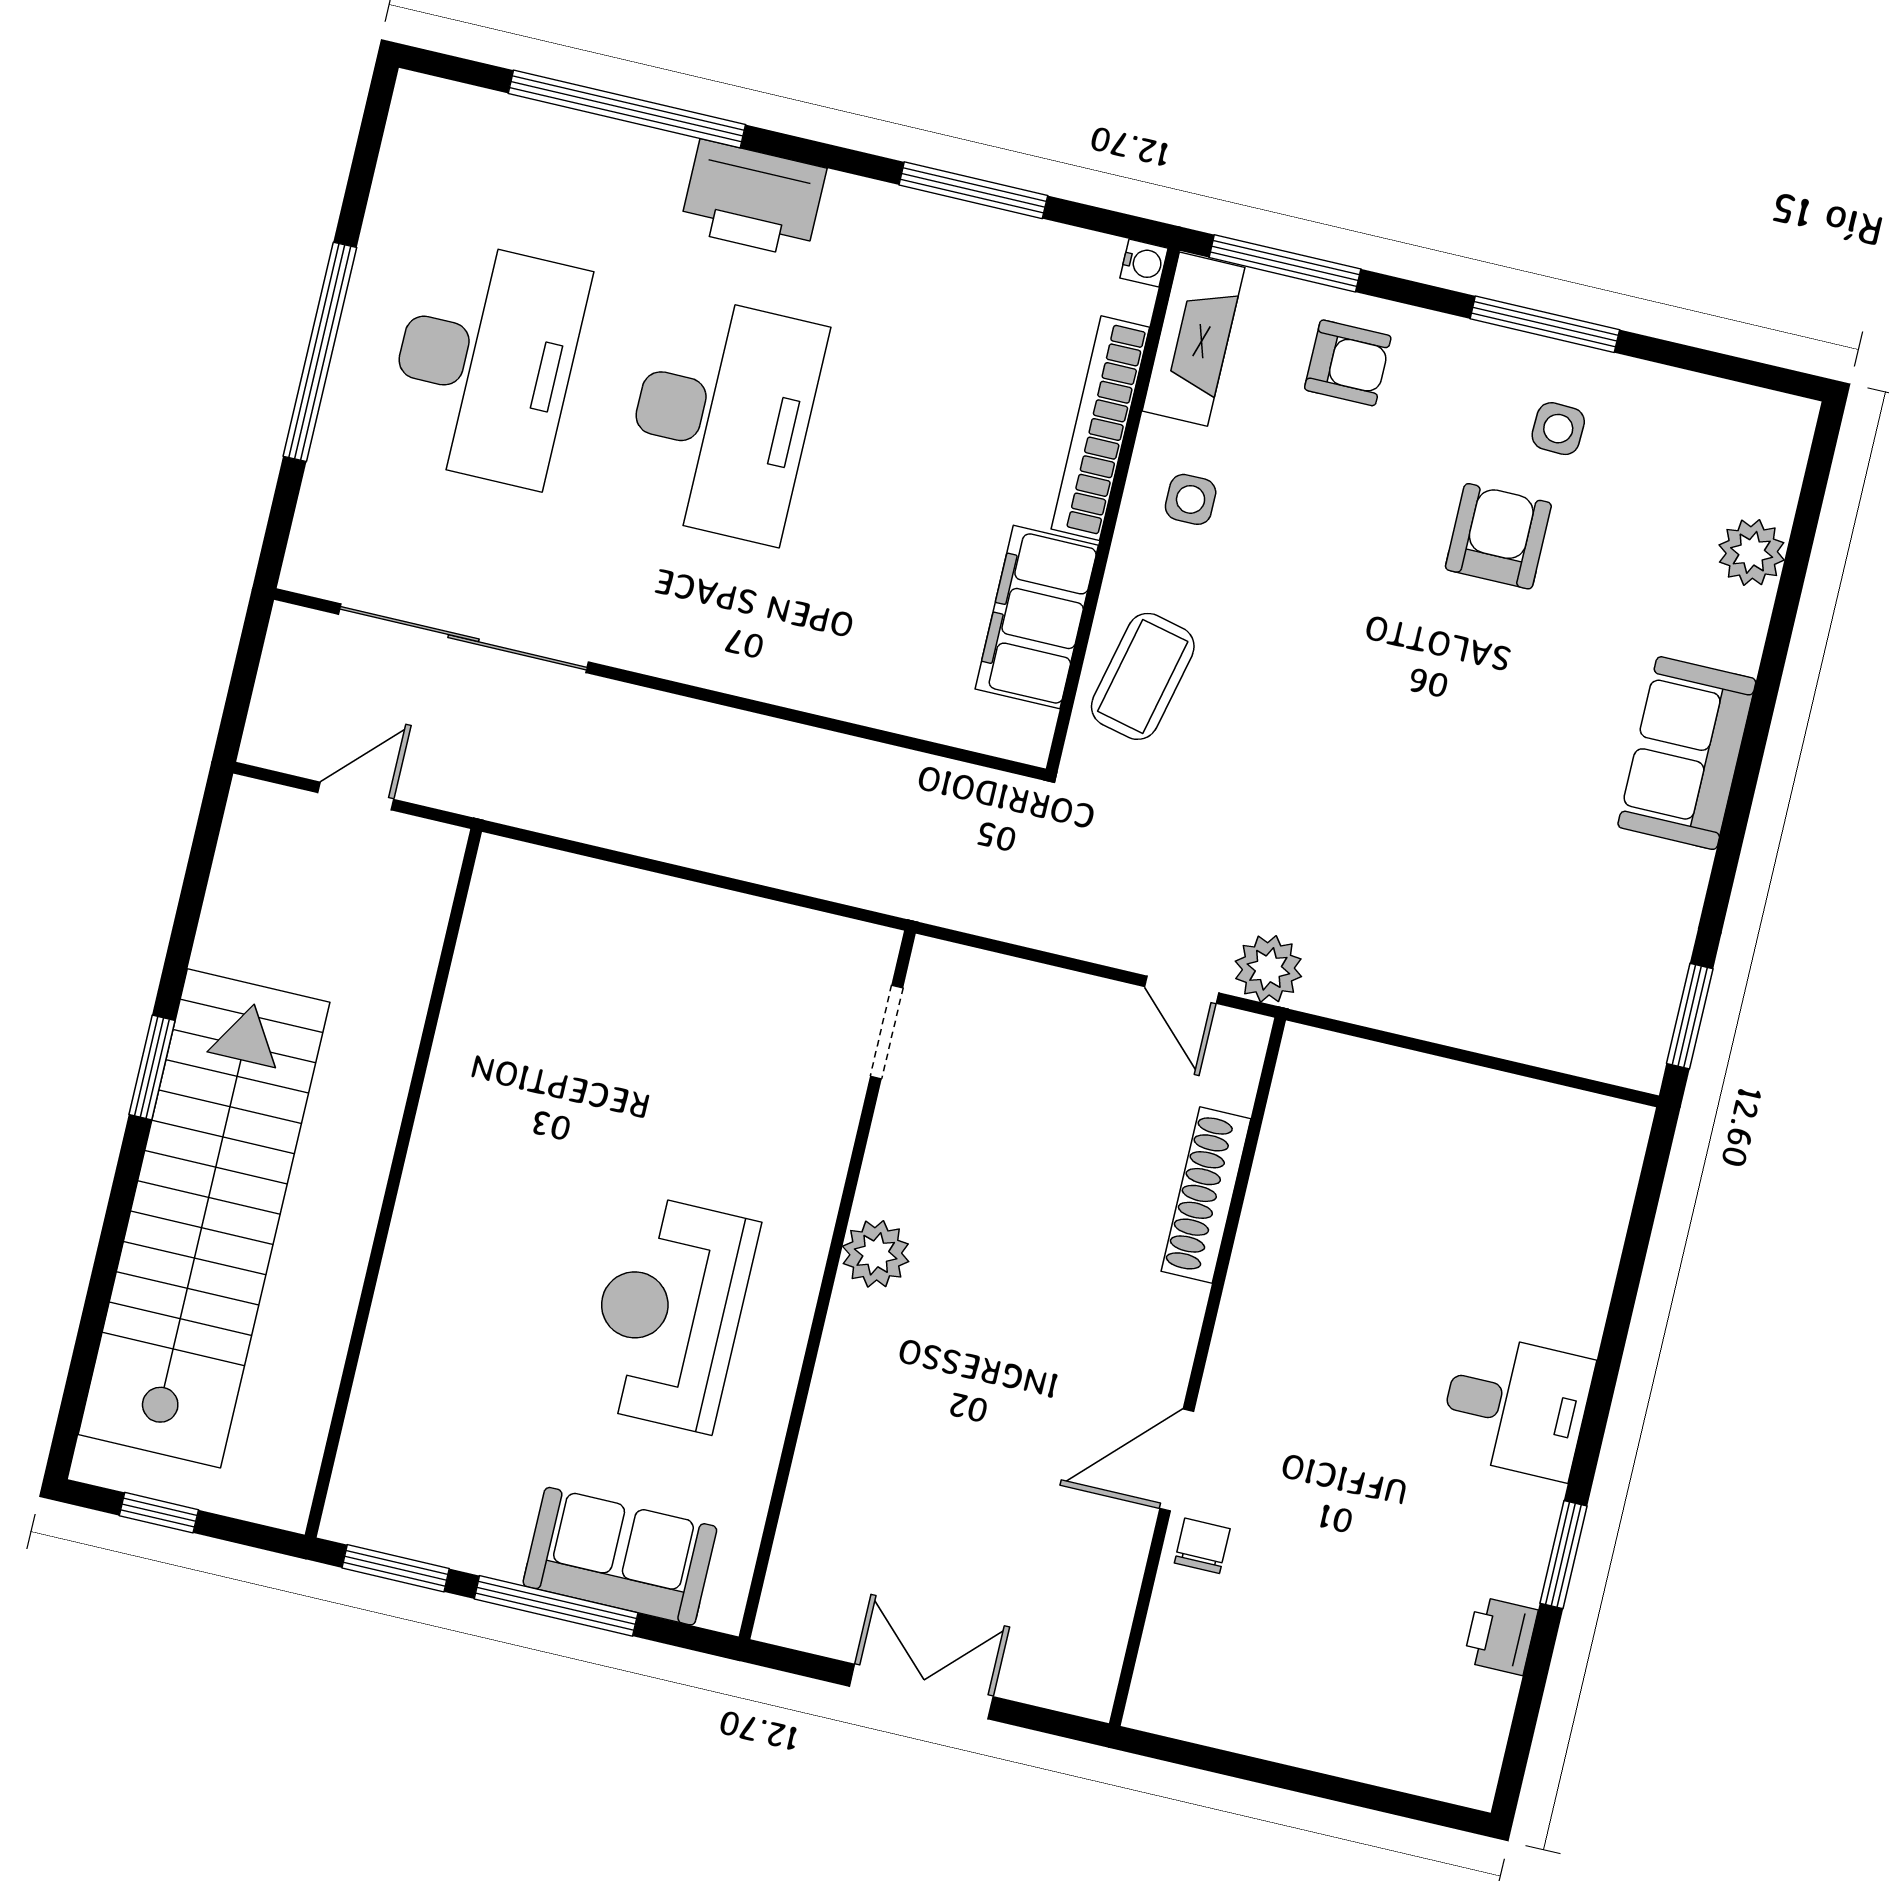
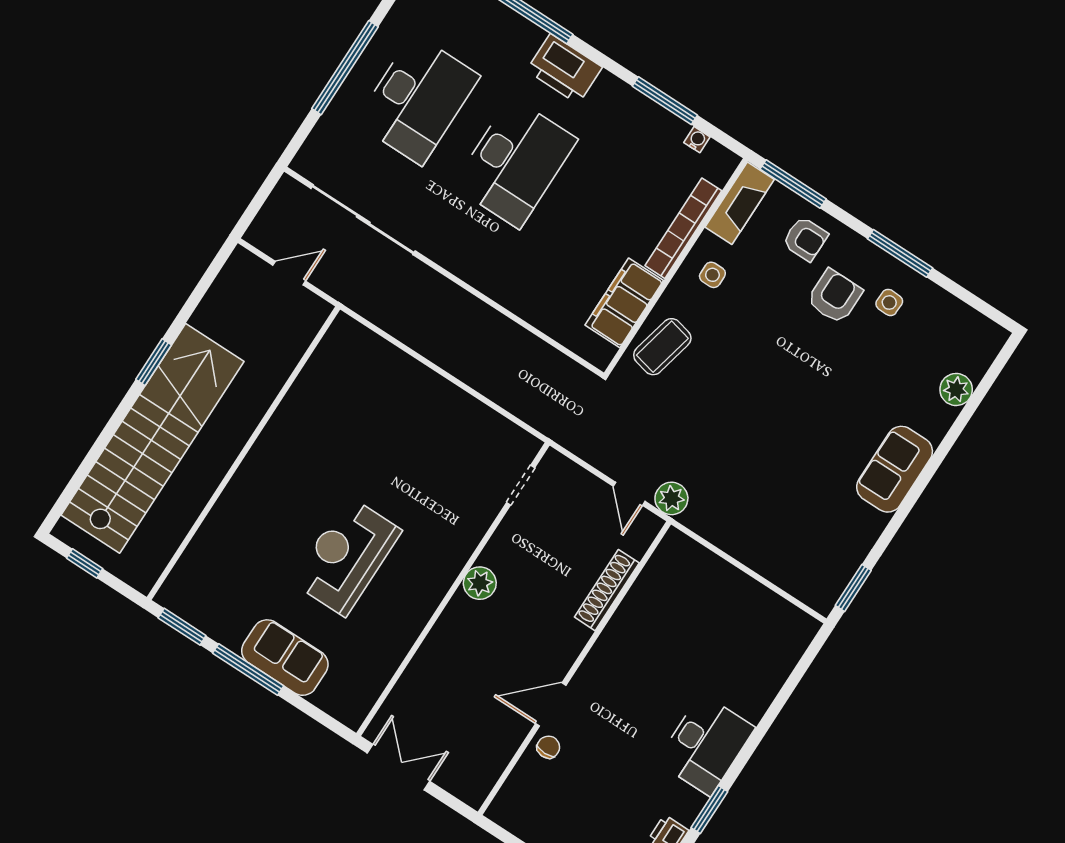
water cooler: (1144, 263) -> (697, 140), moved, turned -90
armchair: (1498, 536) -> (835, 296), moved
doorway: (887, 1032) -> (521, 485), moved
plant: (876, 1254) -> (480, 583), moved
wall: (827, 1285) -> (453, 589), moved
desk: (1516, 1406) -> (706, 745), width x1.37

